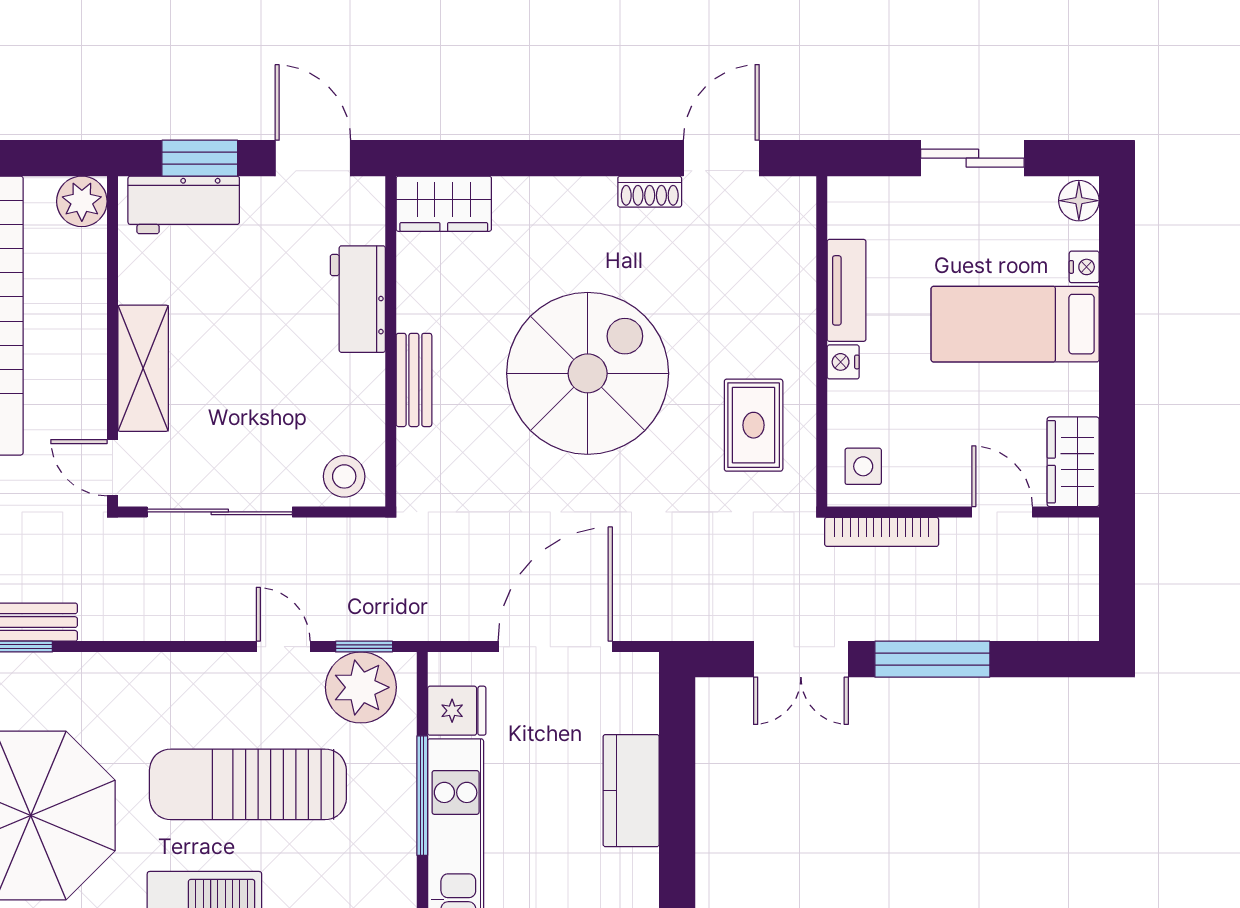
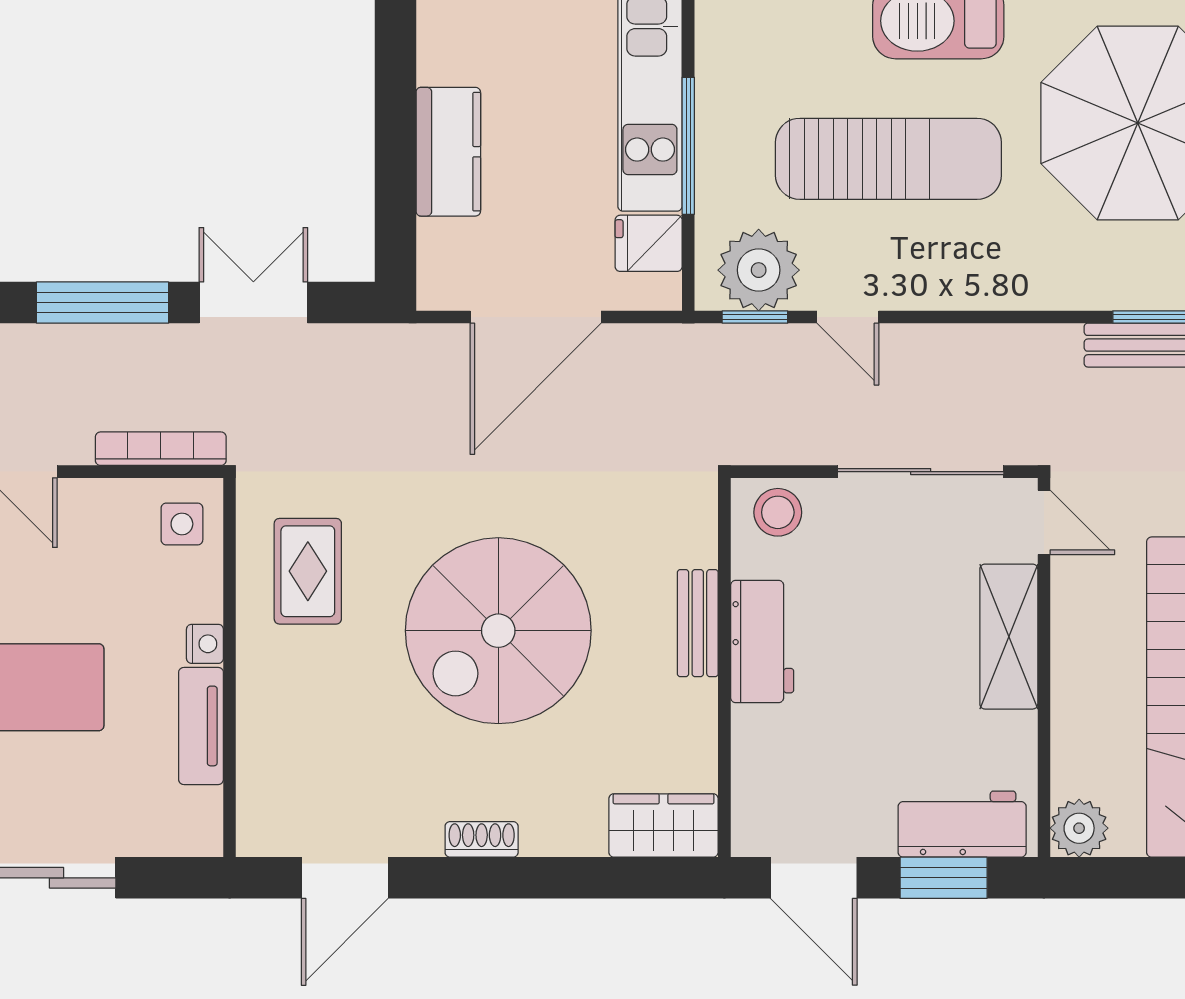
shoe rack: (650, 192) -> (482, 839), moved
workbench: (358, 299) -> (762, 641), moved

